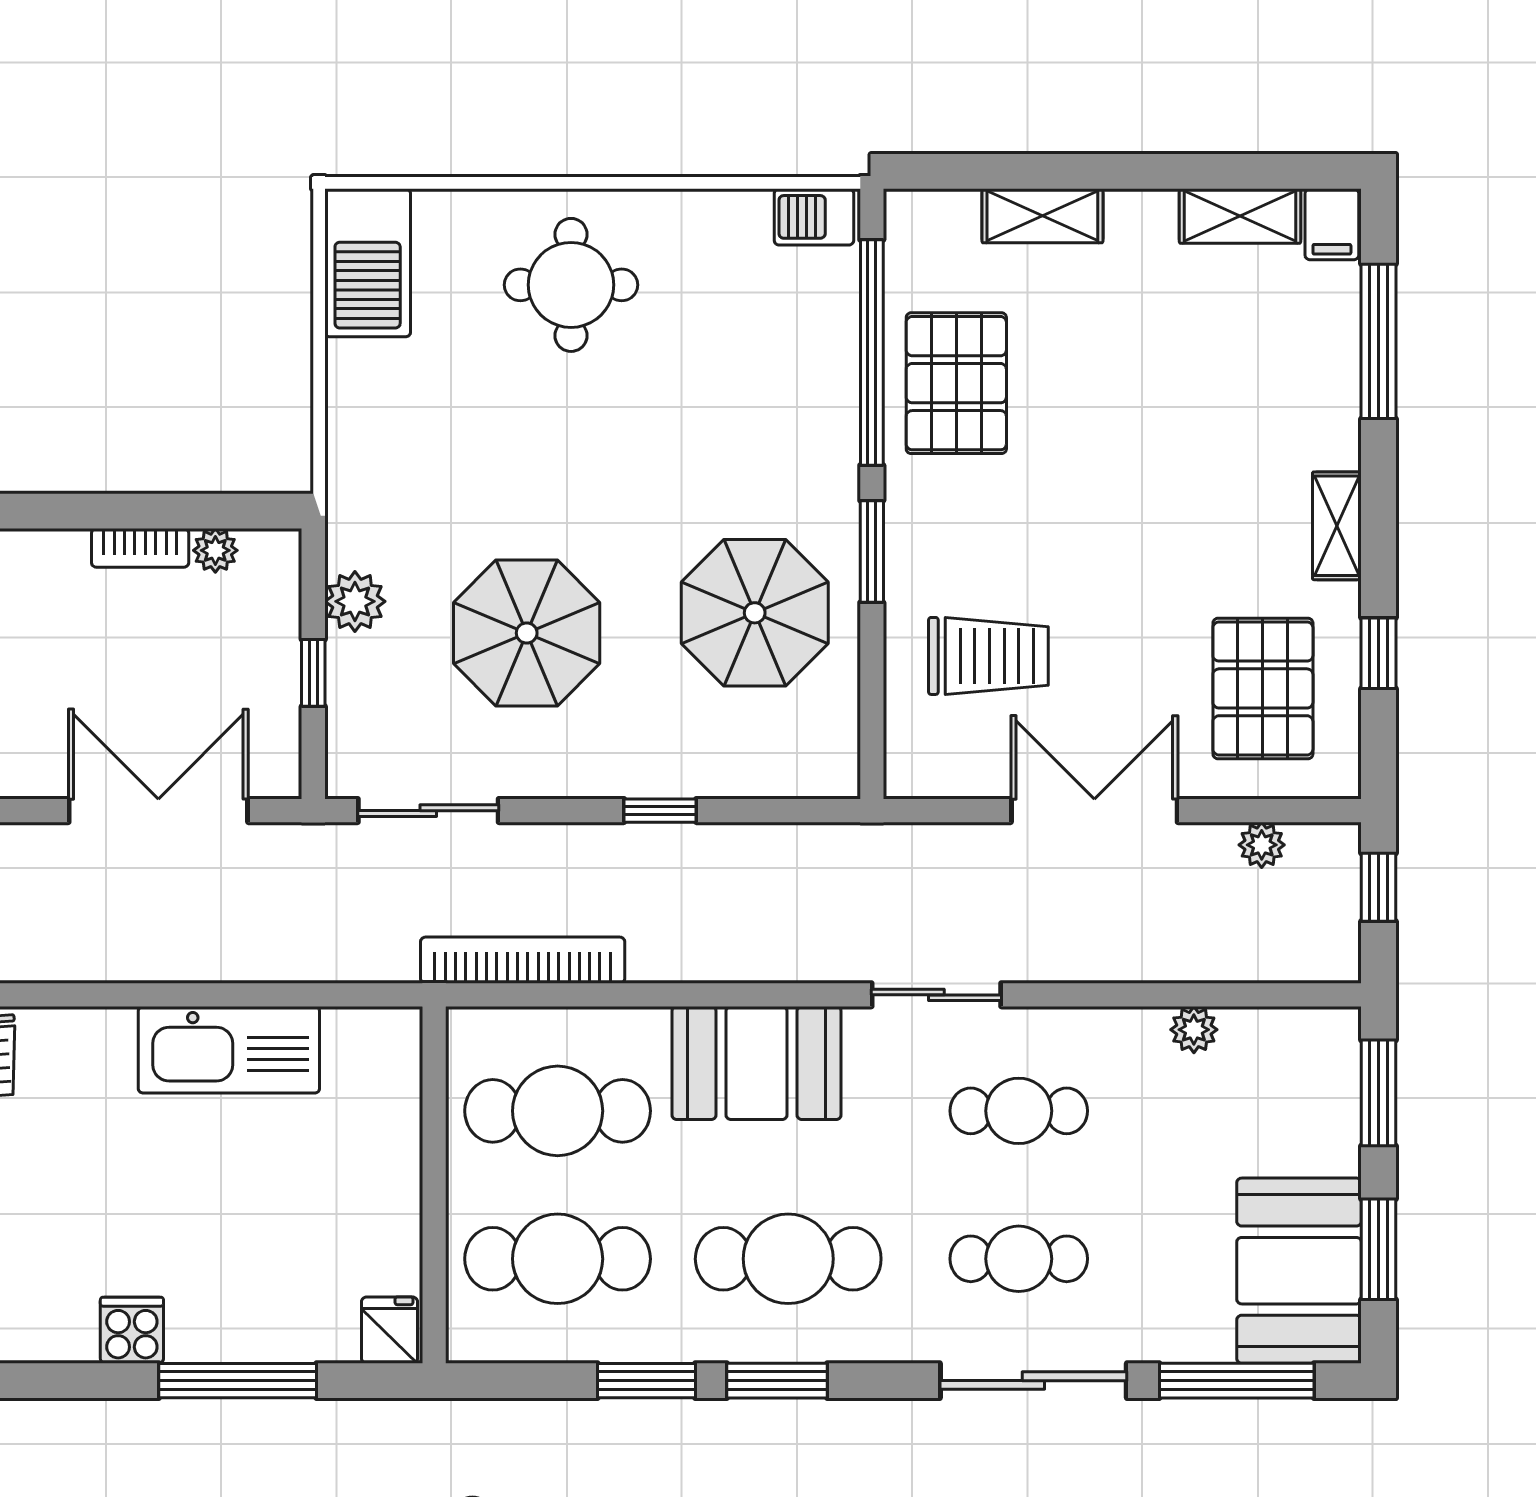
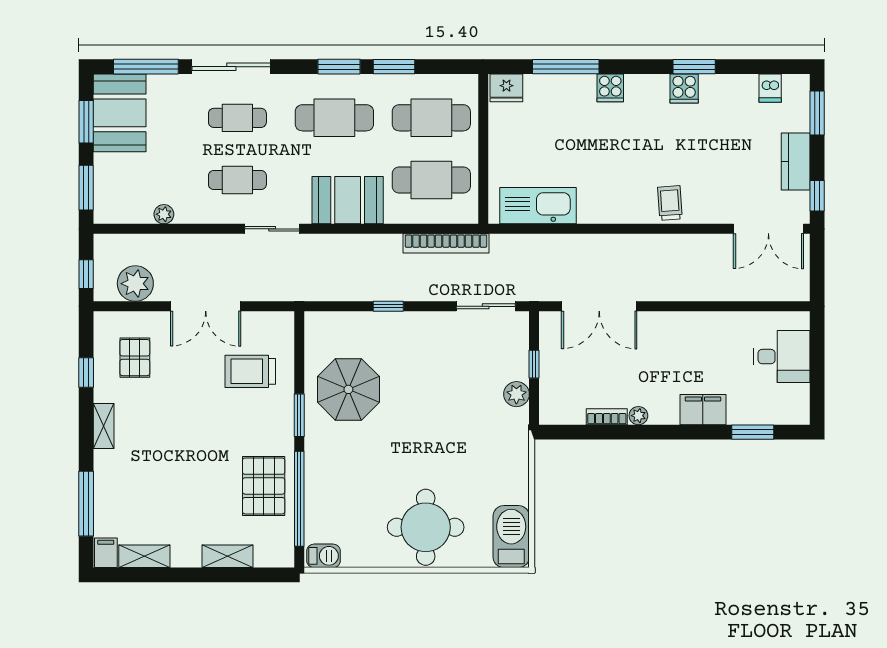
round table: (571, 285) -> (426, 527), width x1.36, depth x1.36
plant: (215, 550) -> (638, 416), moved
parasol: (527, 633) -> (444, 381), removed
pallet: (1263, 688) -> (135, 358), width x0.67, depth x0.71
plant: (1262, 845) -> (135, 284), width x1.88, depth x1.88
kitchen sink: (229, 1050) -> (538, 206), moved
fridge: (390, 1330) -> (506, 88), width x1.38

